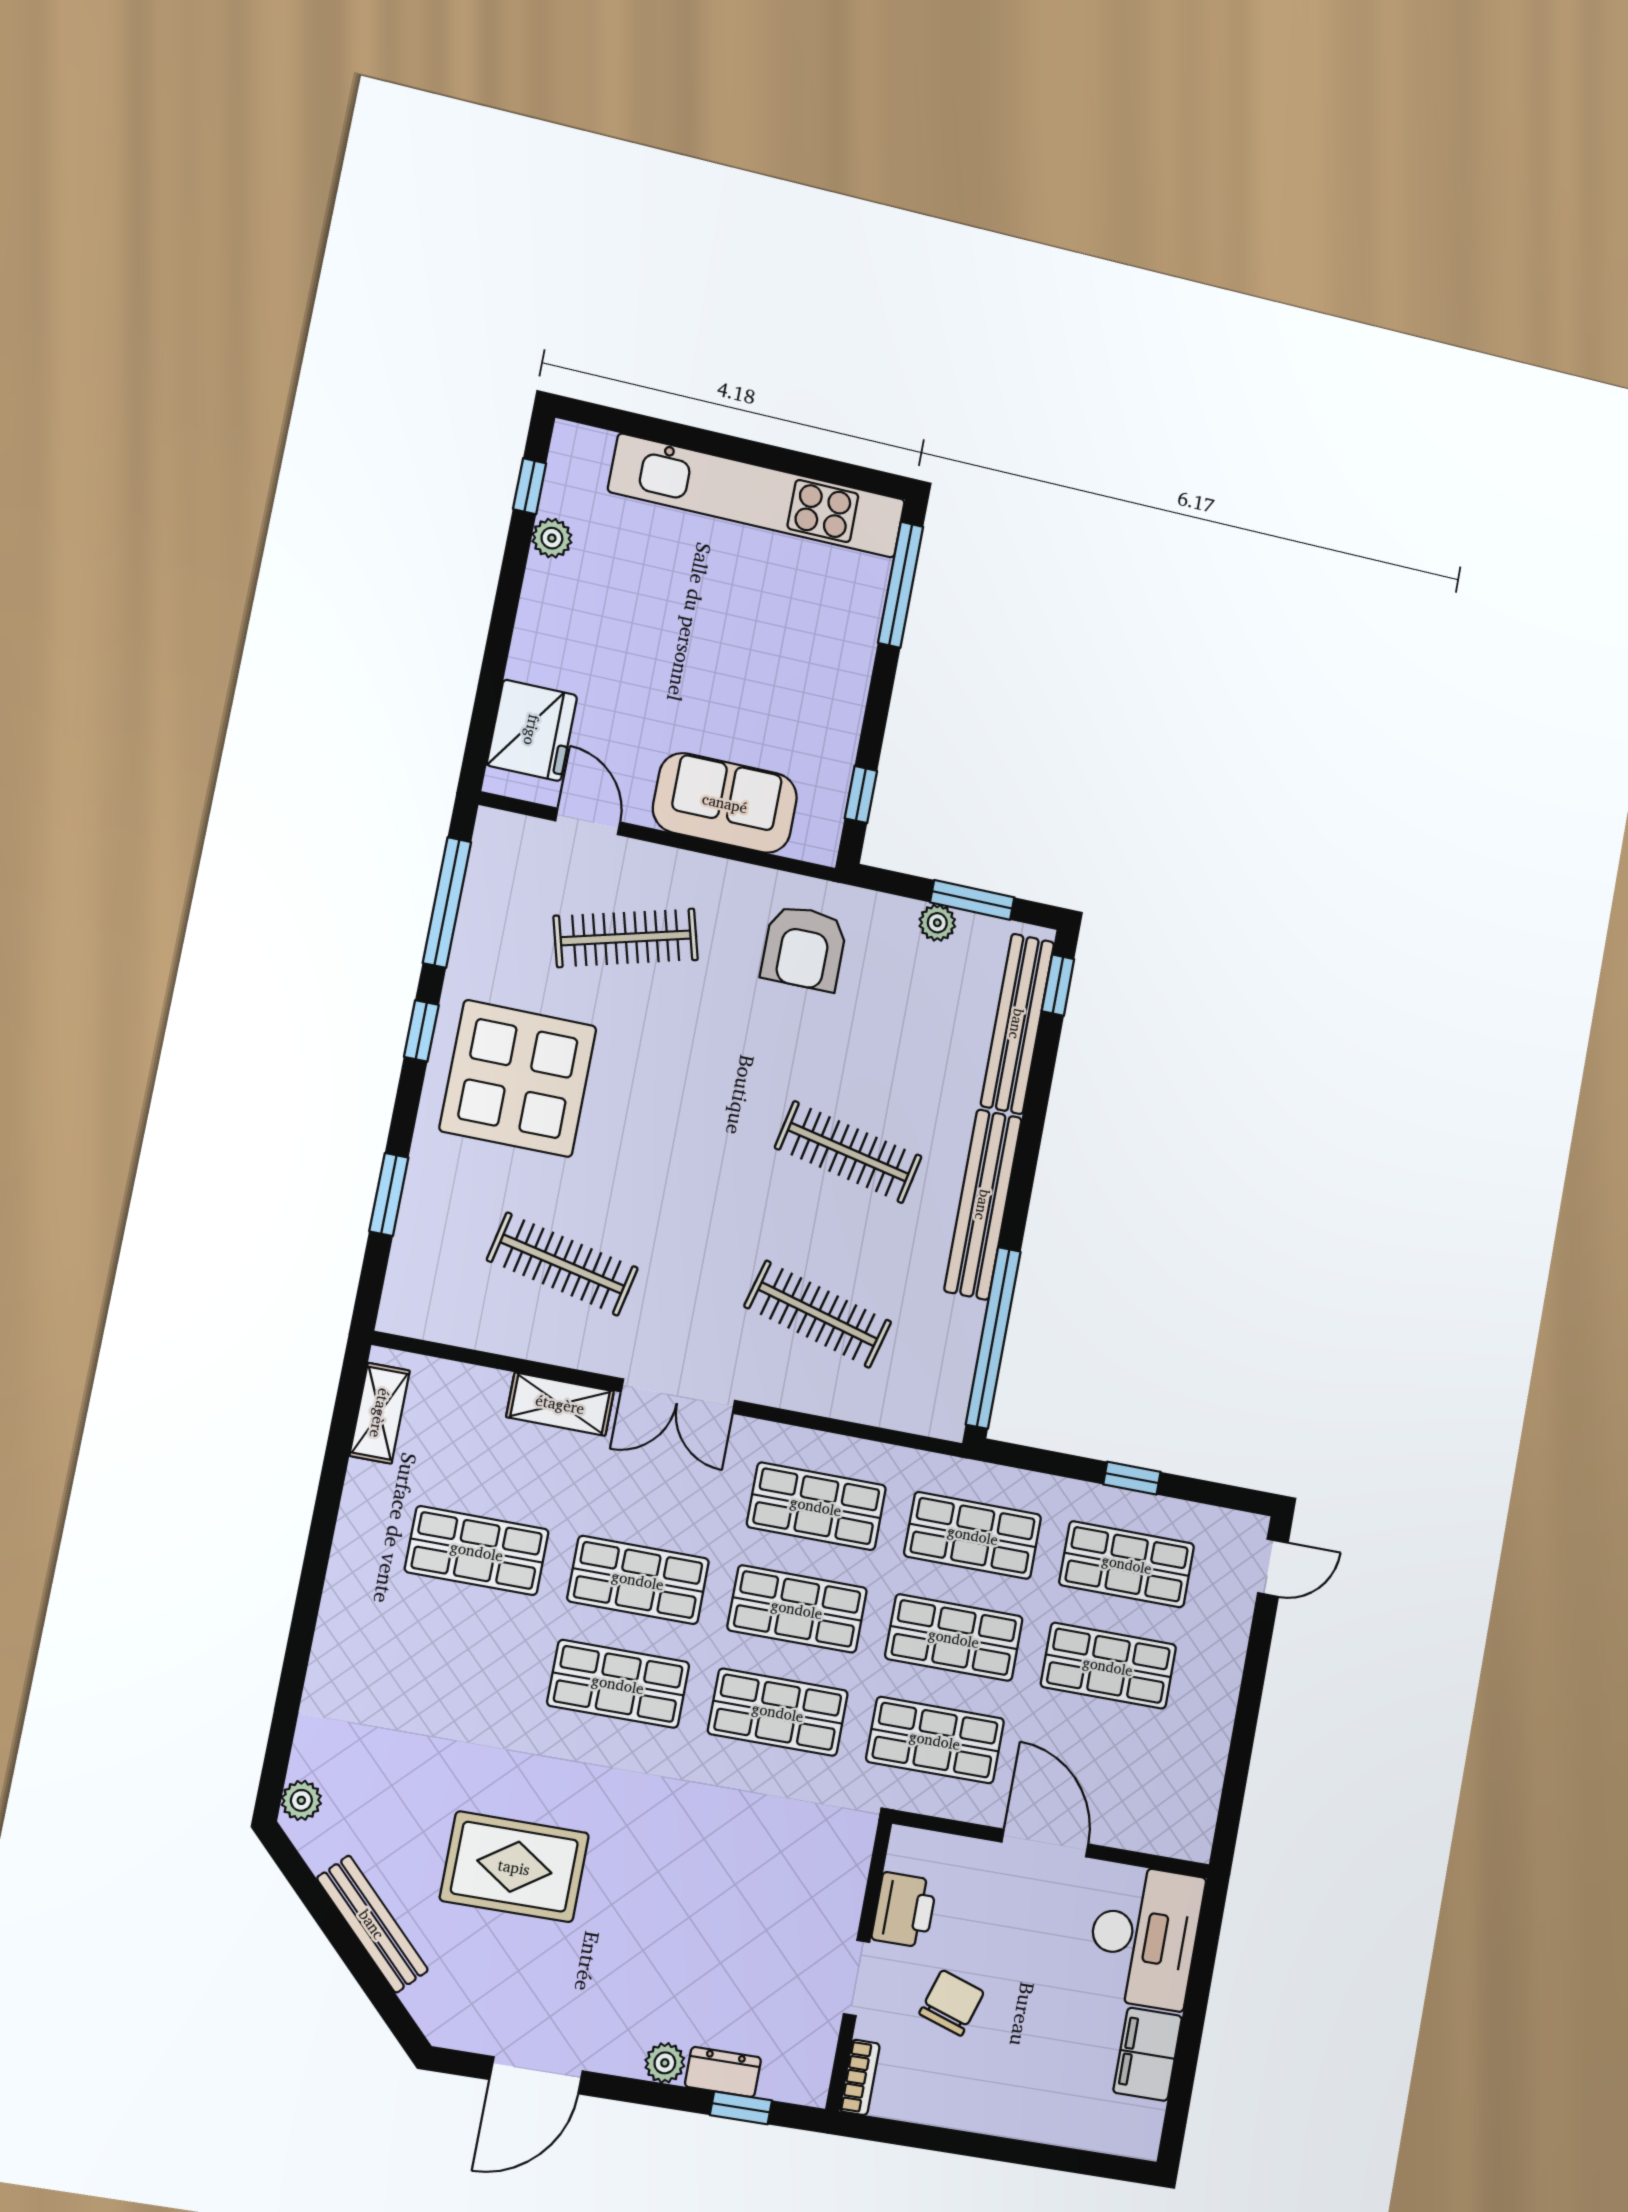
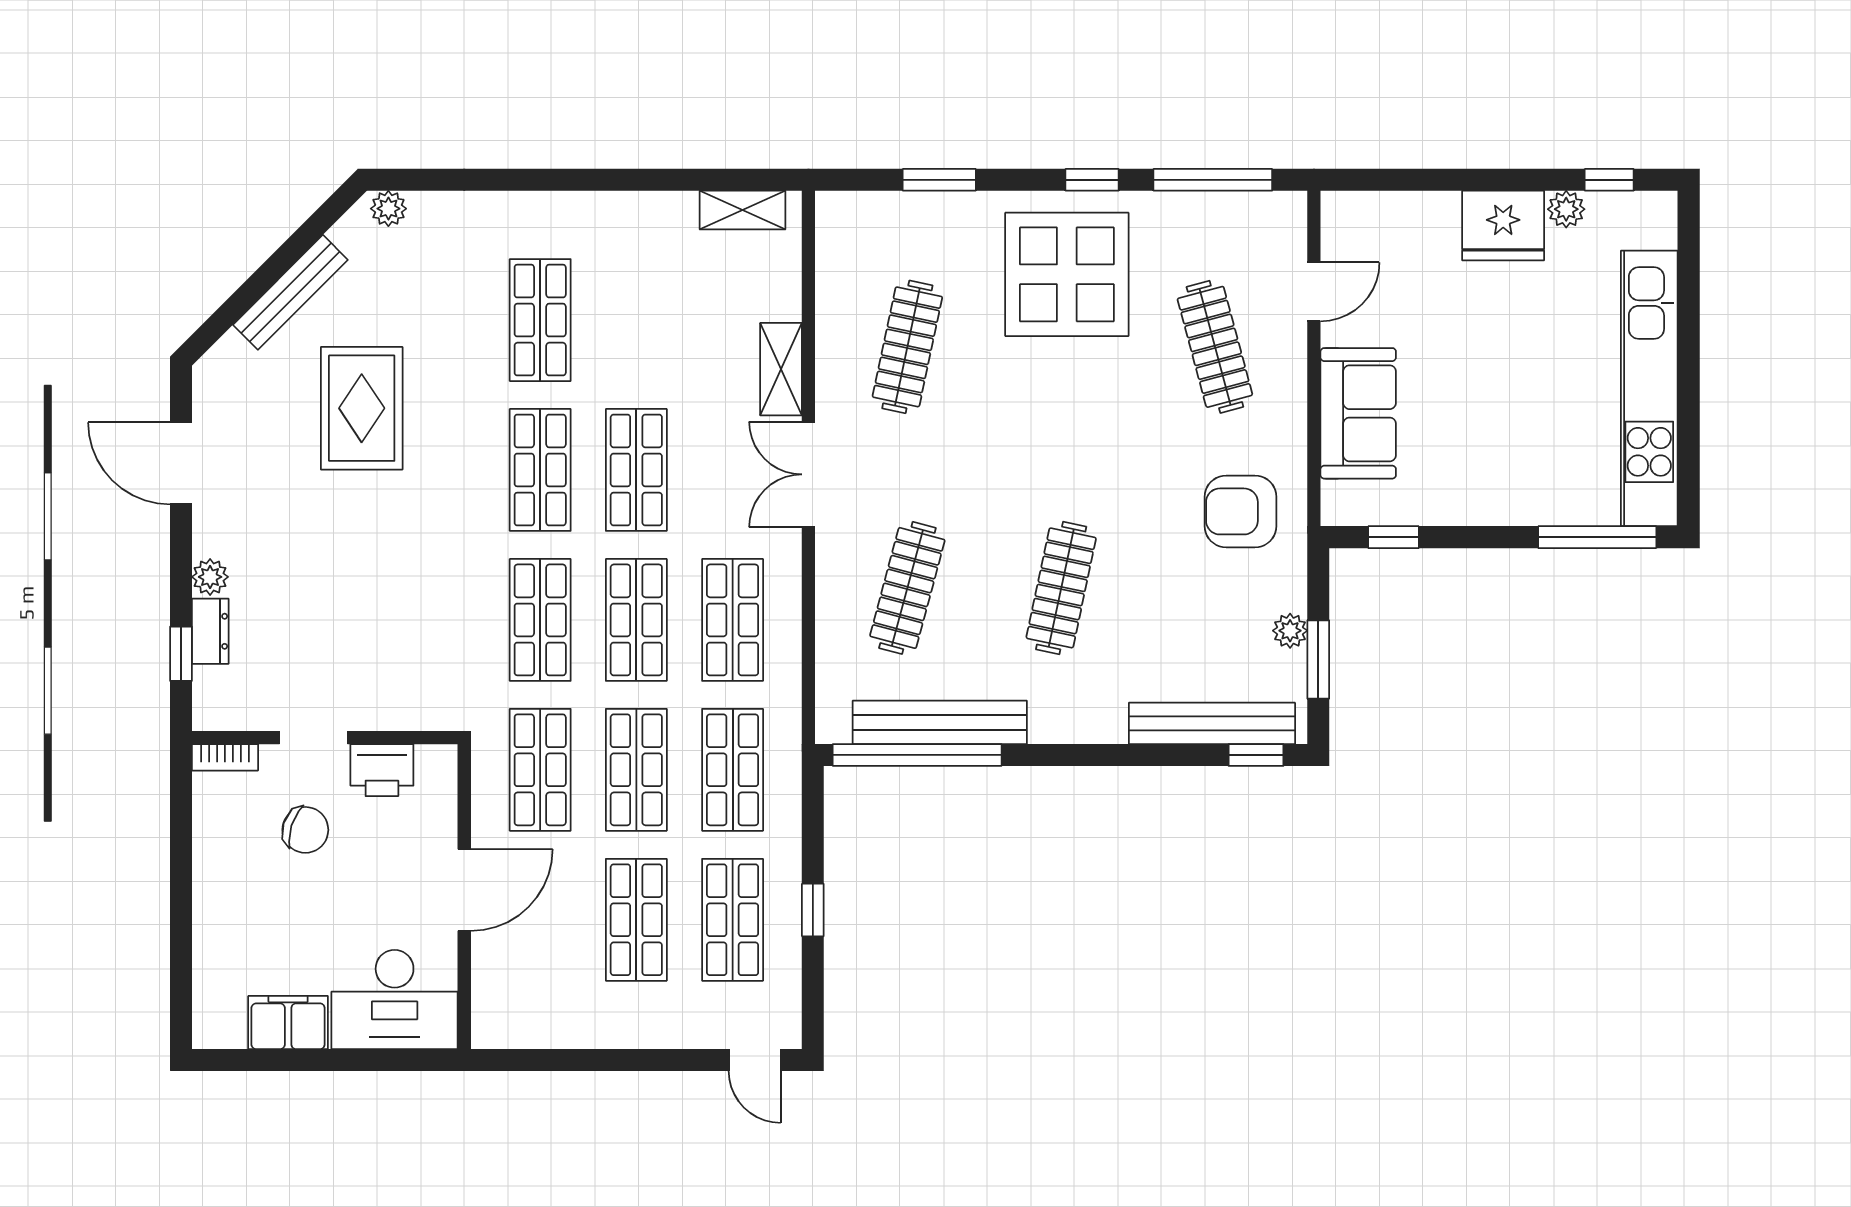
fridge: (532, 730) -> (1503, 226), moved
bench: (983, 1205) -> (940, 722), moved
shop shelf: (477, 1551) -> (540, 320), moved

